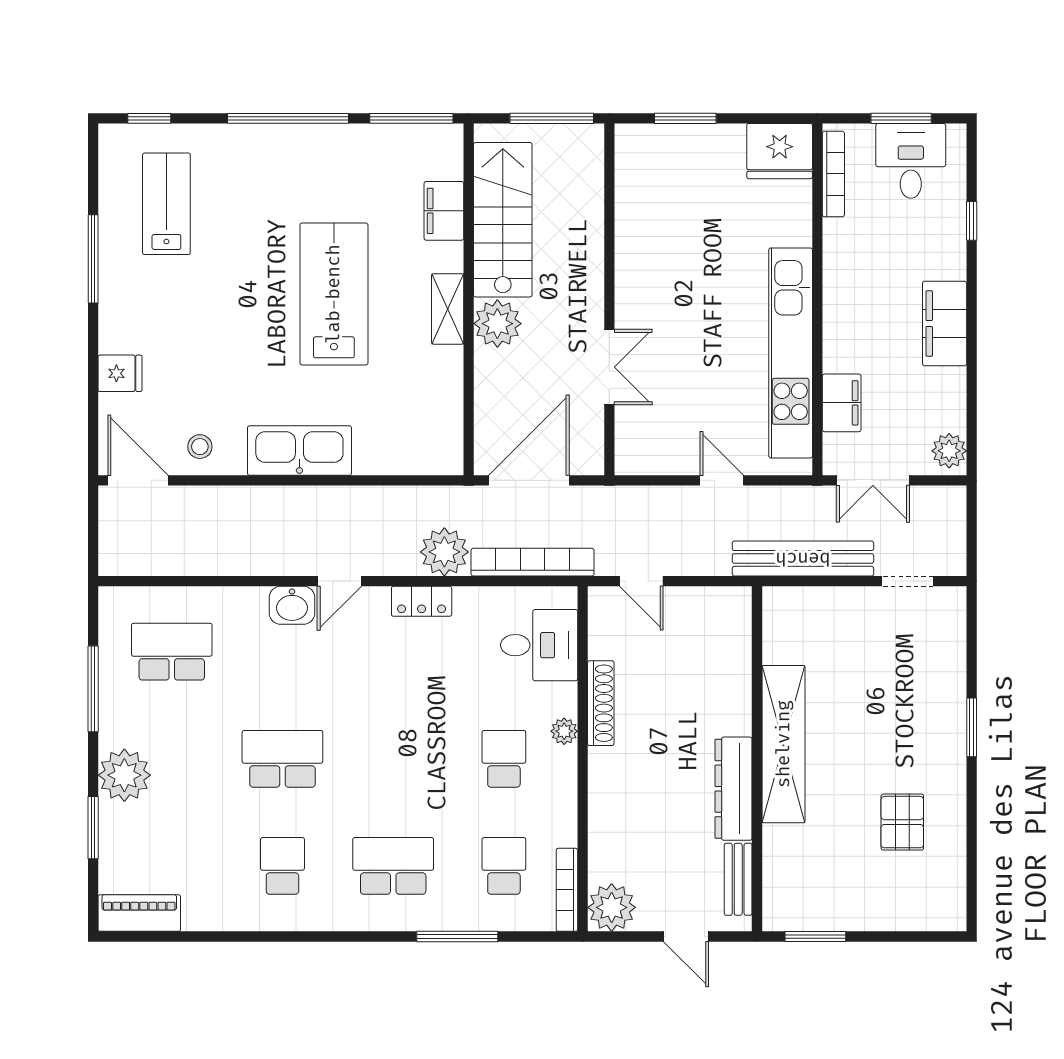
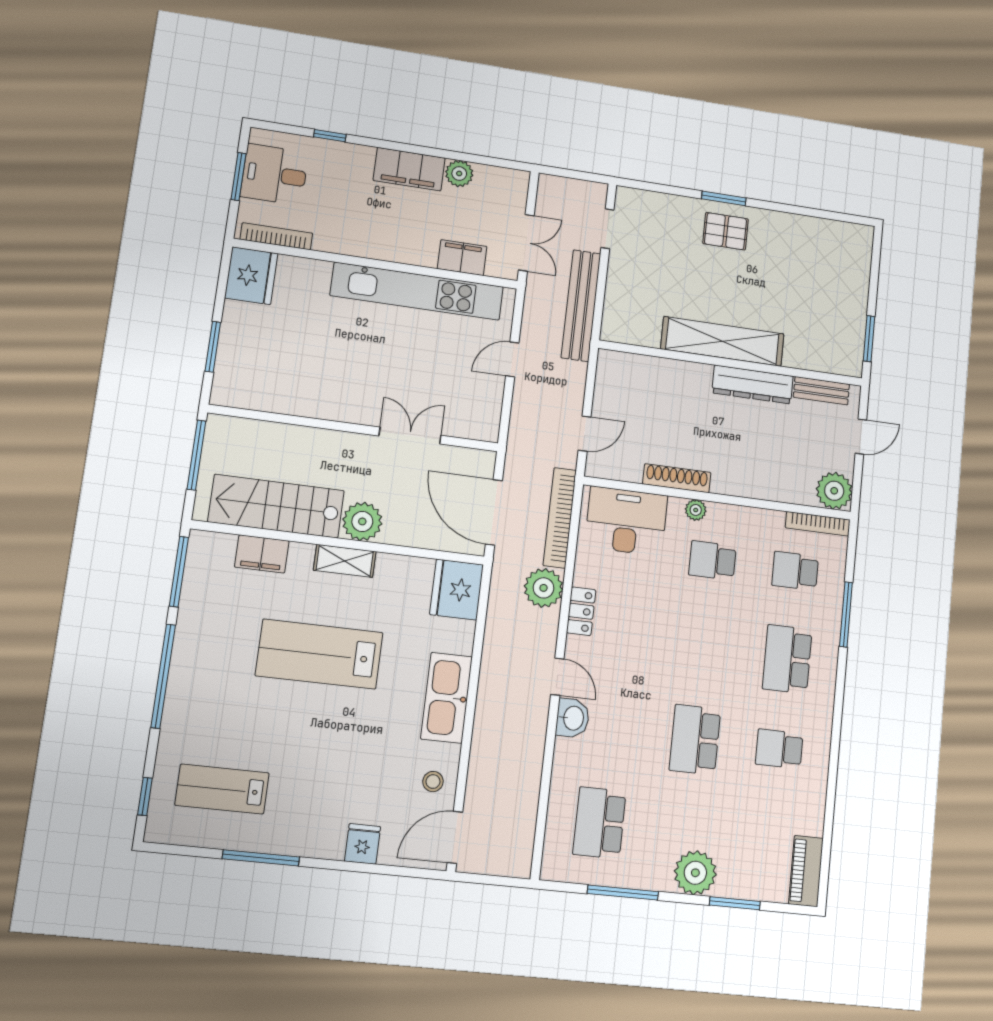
fridge: (430, 447) -> (457, 590), added
plant: (949, 451) -> (459, 174), moved
desk: (539, 645) -> (626, 521), width x1.37
pallet: (902, 822) -> (726, 231), moved

